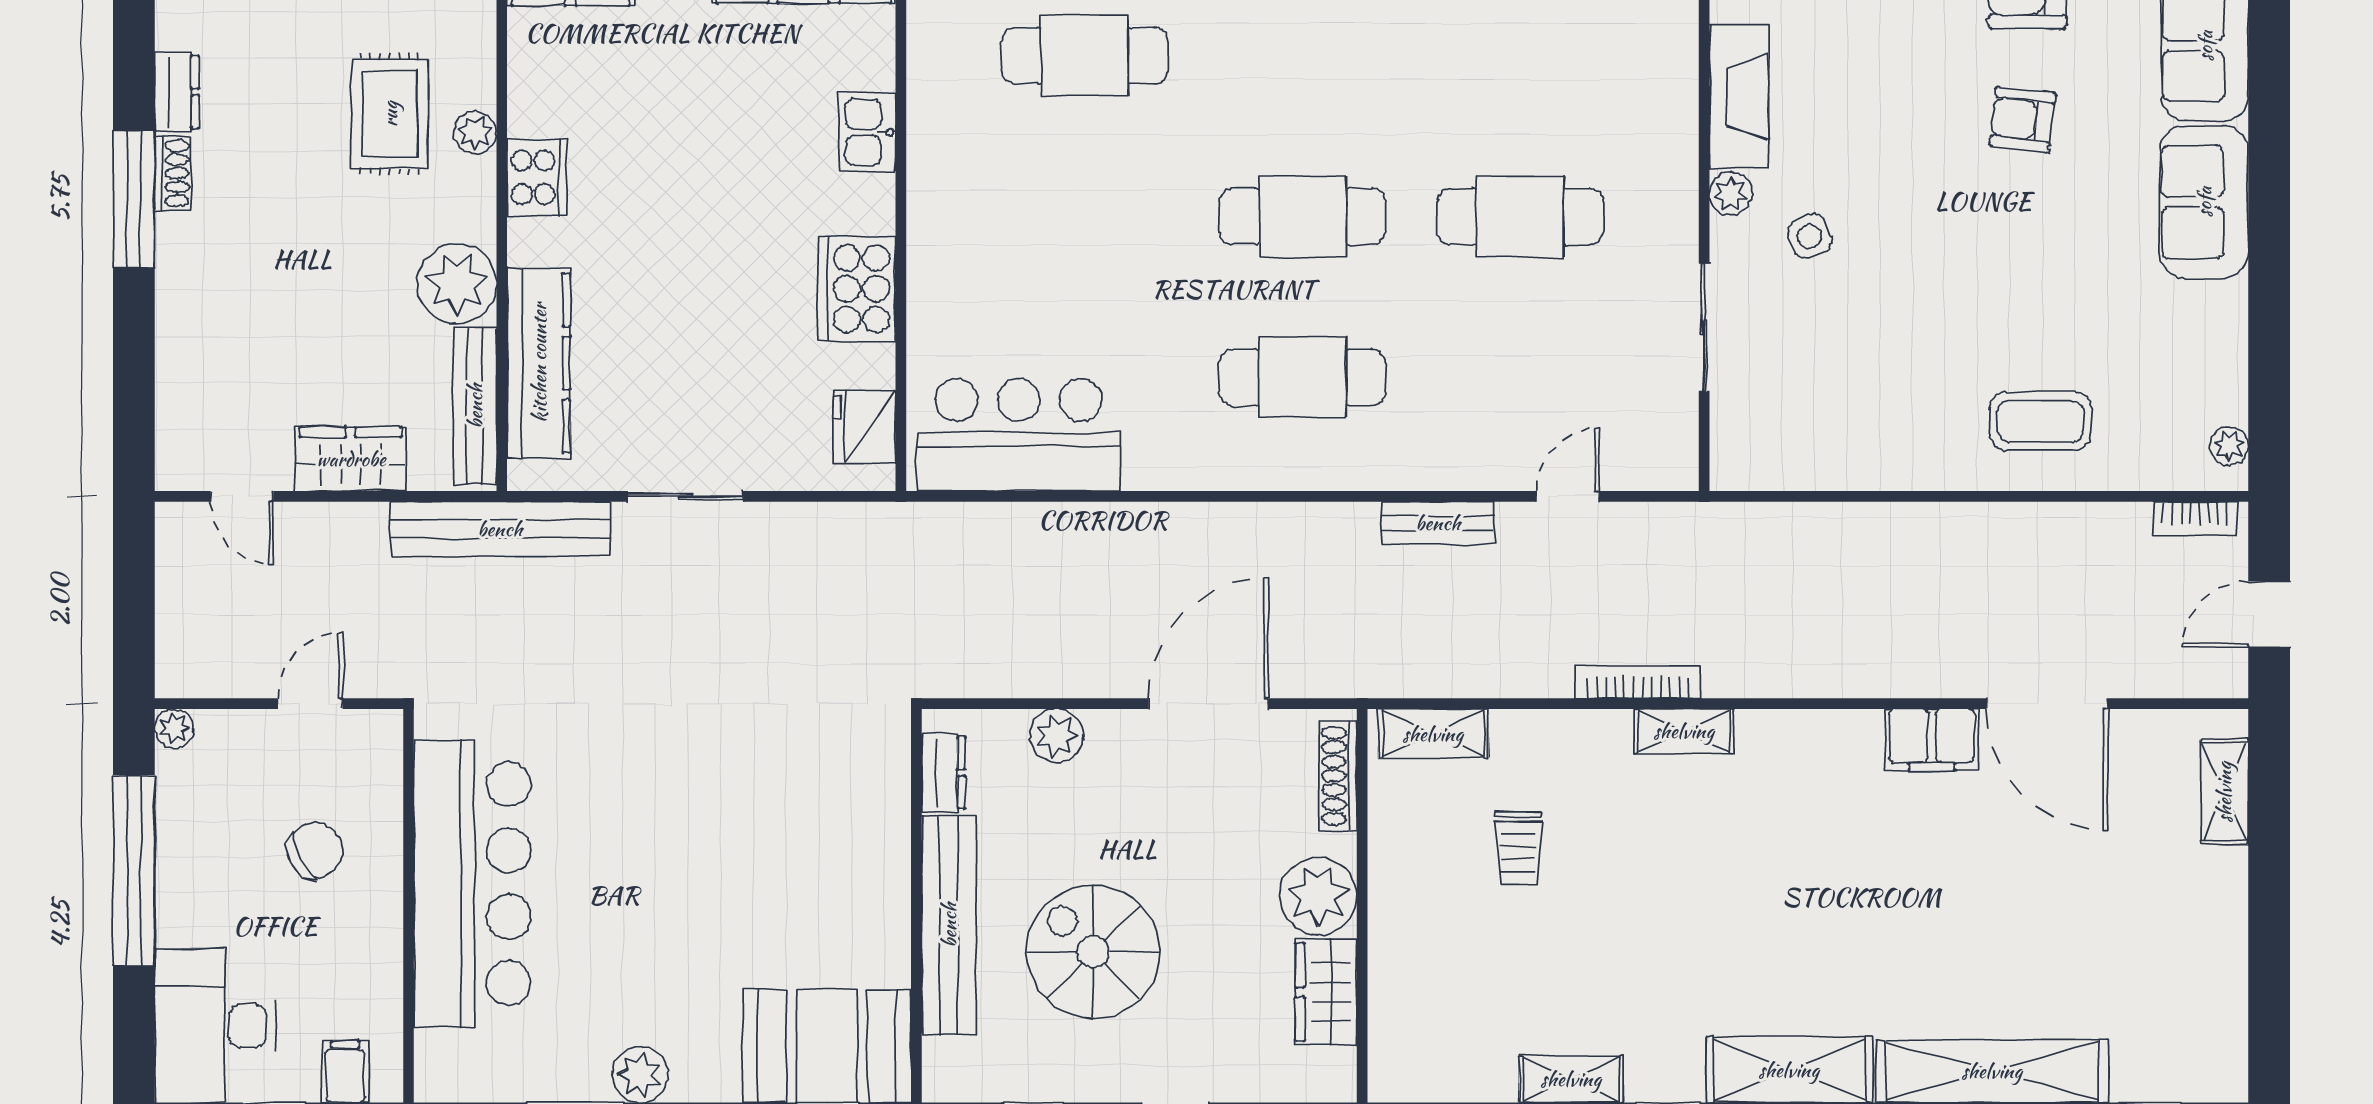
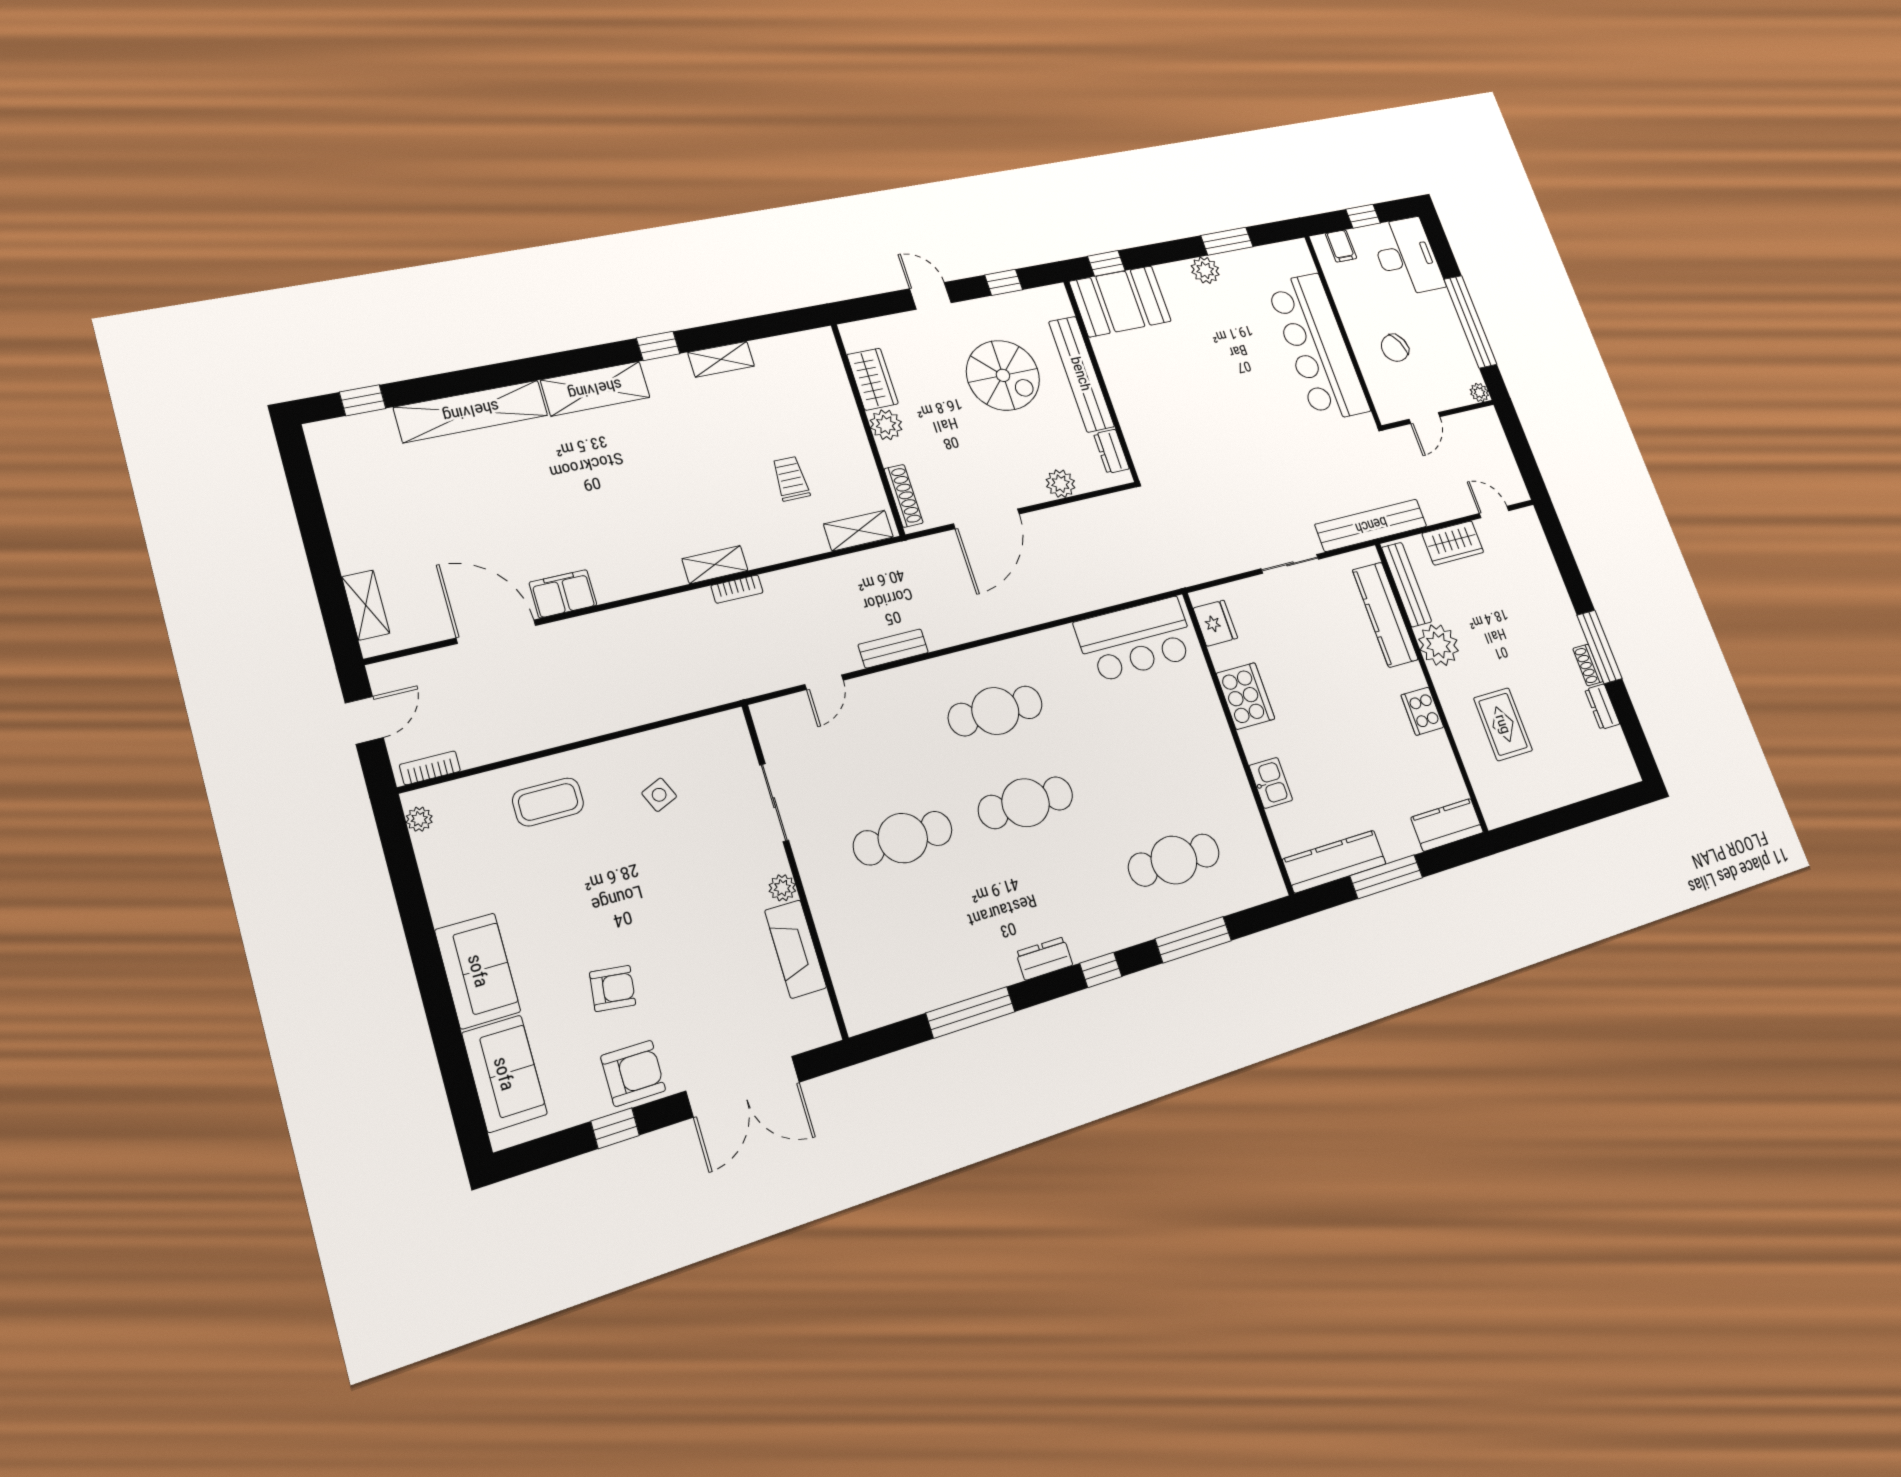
plant: (475, 133) -> (1460, 726), removed
side table: (1810, 236) -> (659, 795), moved
bookcase: (1638, 682) -> (737, 589), width x0.64
plant: (1318, 896) -> (886, 425), width x0.73, depth x0.73

